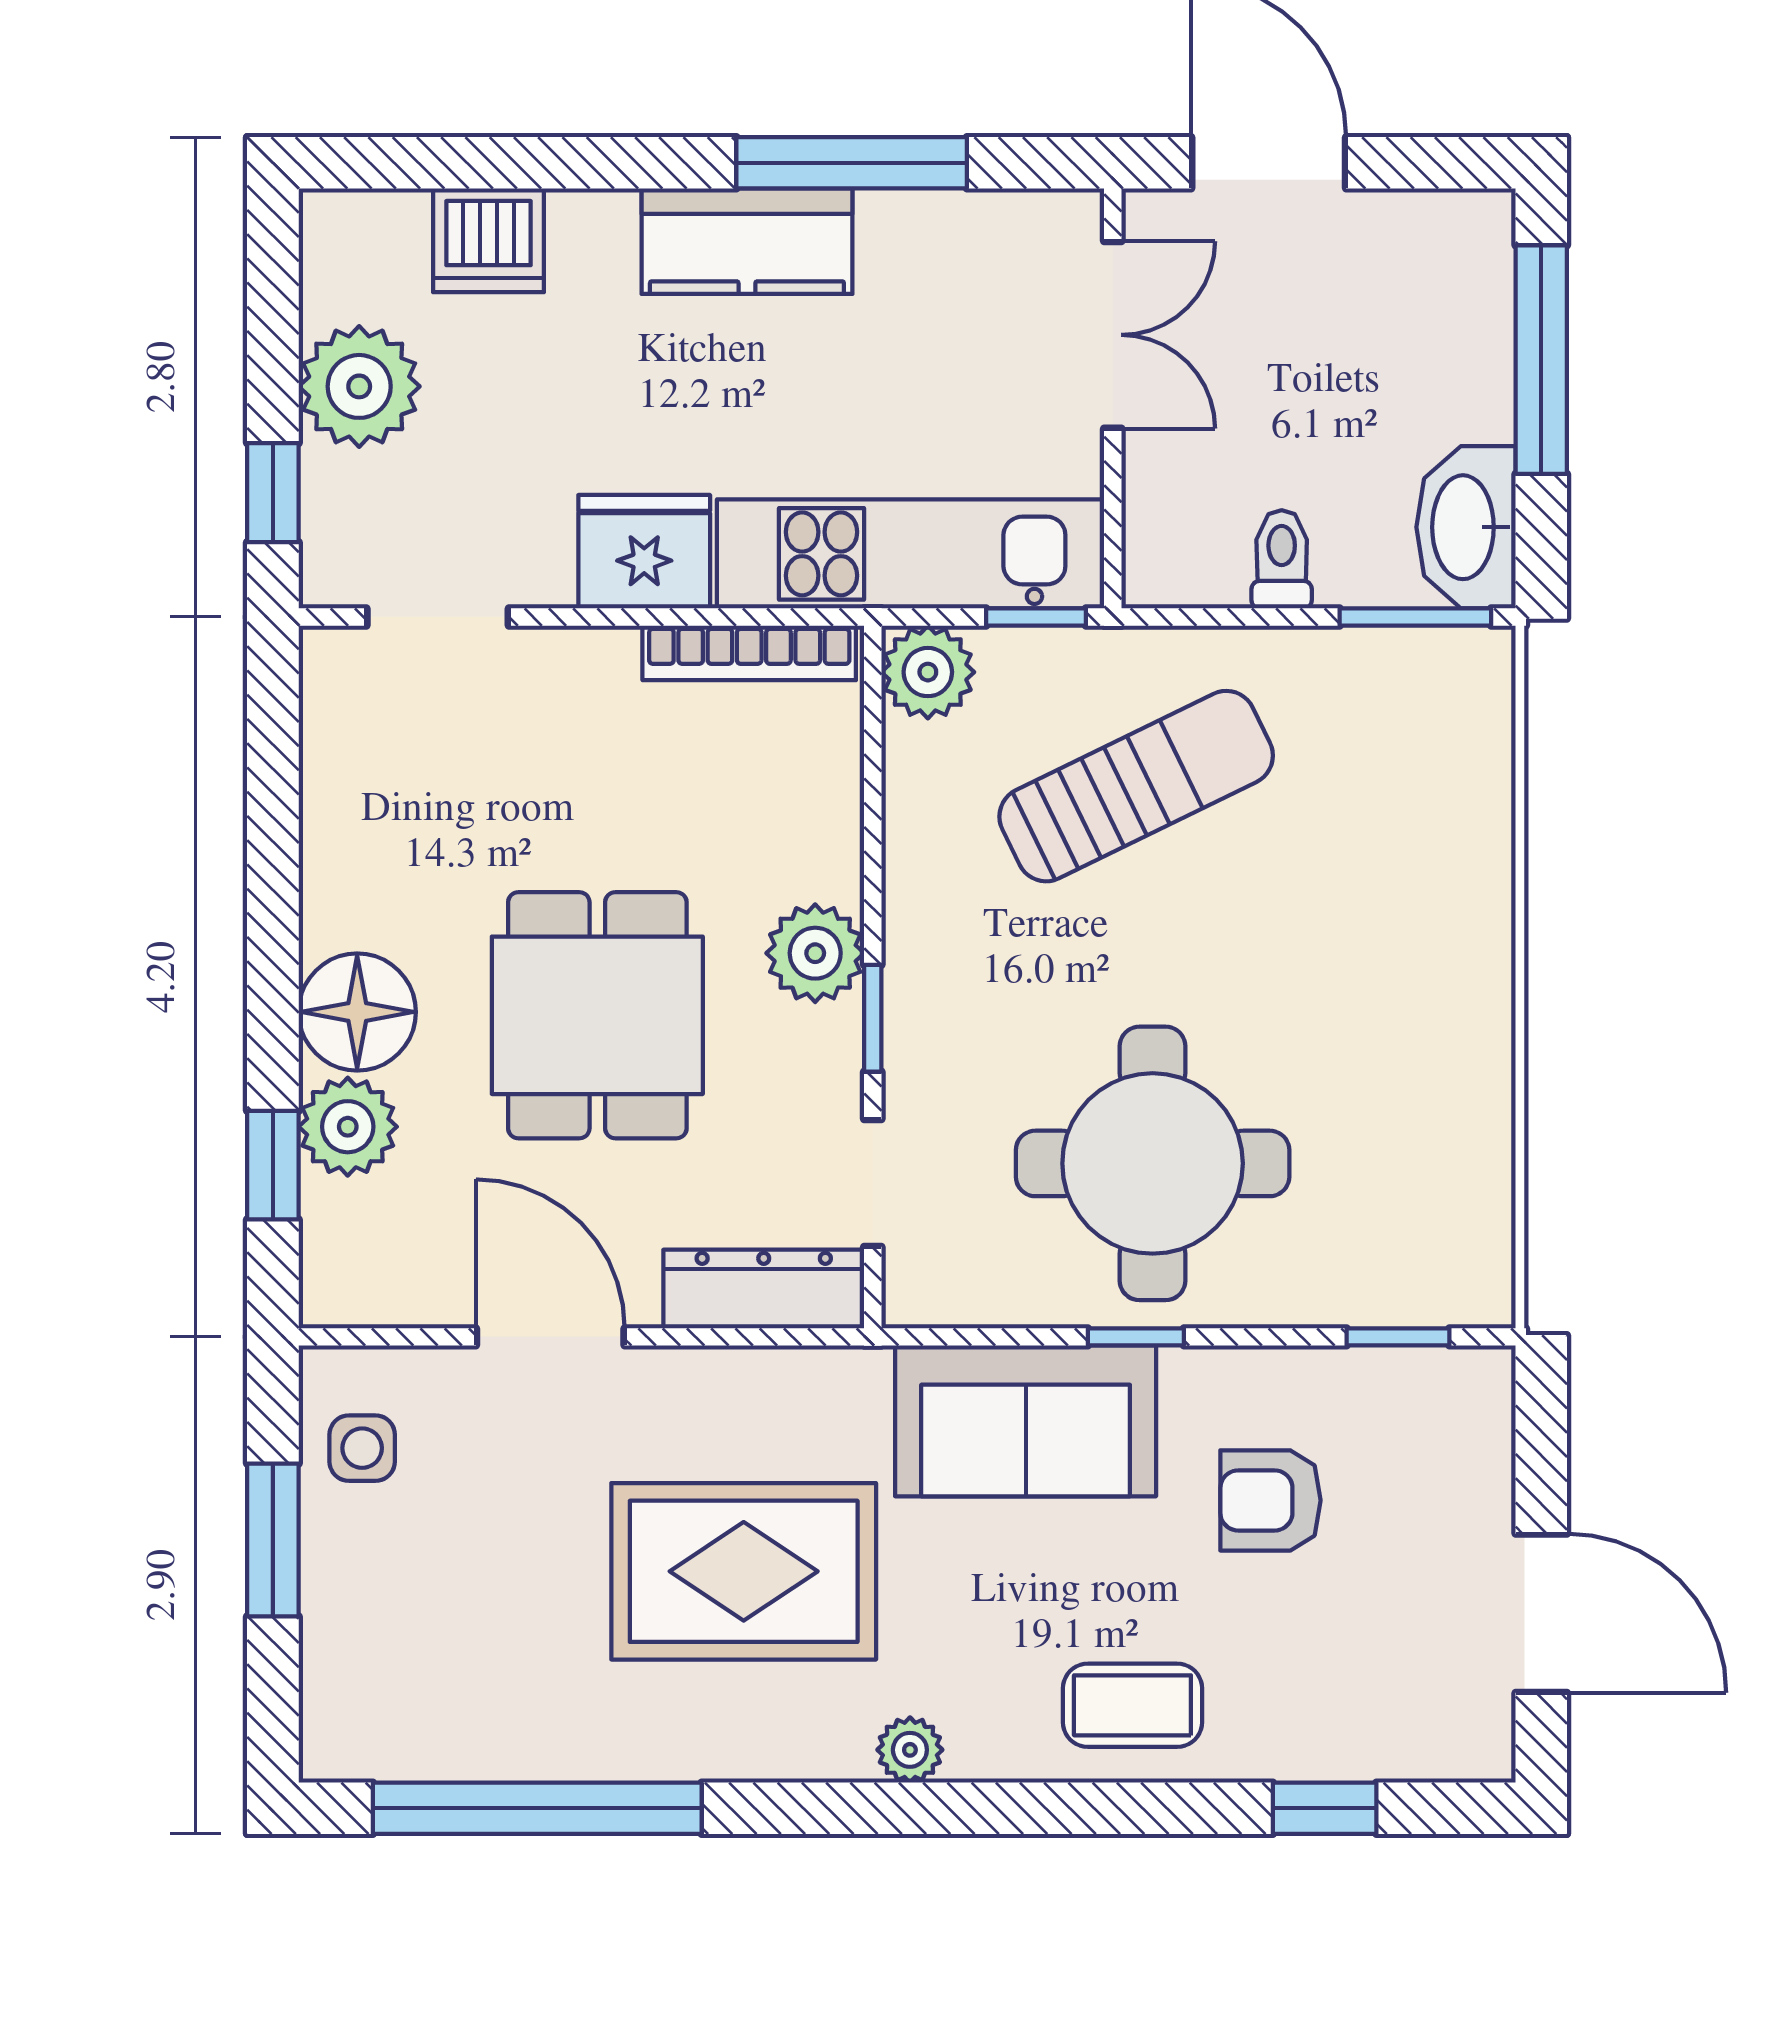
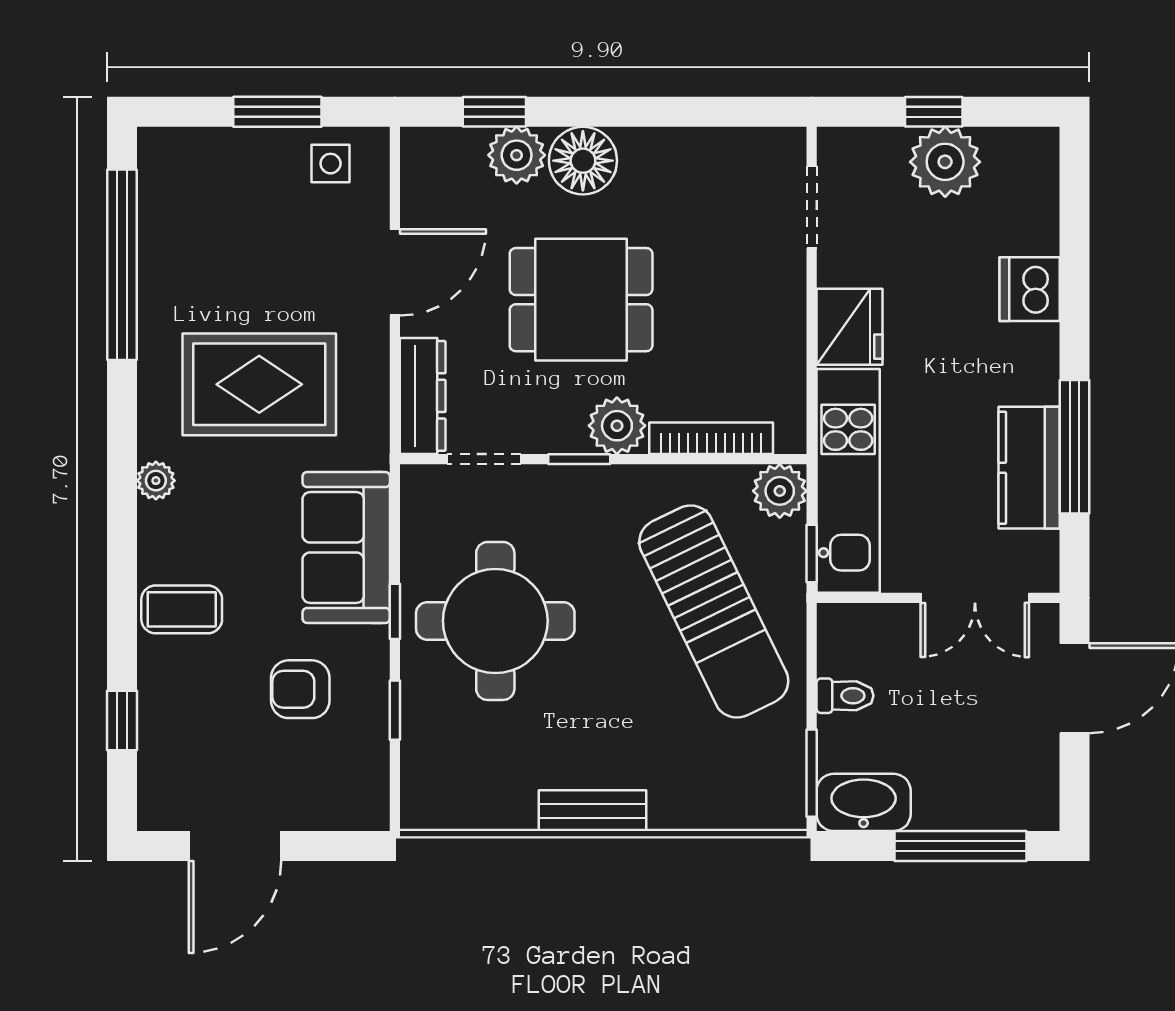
dishwasher: (488, 240) -> (1030, 289), moved
kitchen counter: (747, 241) -> (1029, 468), moved
window: (273, 493) -> (934, 112), moved
bookcase: (749, 653) -> (711, 438), moved, turned 90
sun lounger: (1136, 786) -> (714, 612), width x1.36, depth x1.34
bench: (1480, 996) -> (593, 811), added
window: (1398, 1337) -> (395, 710), moved
armchair: (1270, 1500) -> (300, 689), turned -90
rug: (744, 1571) -> (259, 384), turned 90
coffee table: (1132, 1705) -> (182, 609), turned 90

